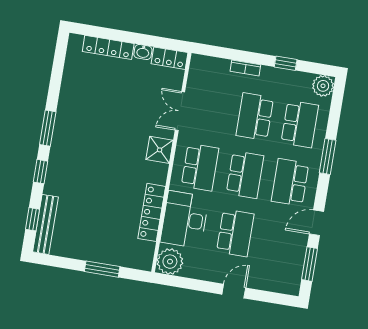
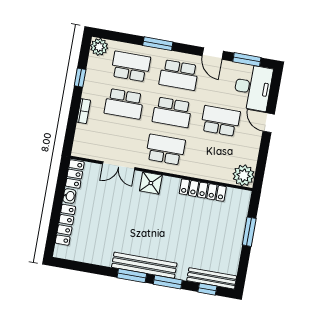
bench: (60, 143) -> (144, 265), added
window: (40, 172) -> (168, 282), width x1.50
school desk: (245, 175) -> (172, 112), turned 180
desk: (185, 220) -> (253, 87), moved, turned -90

